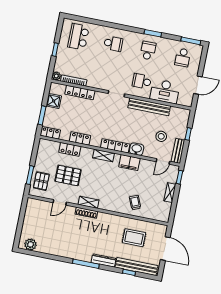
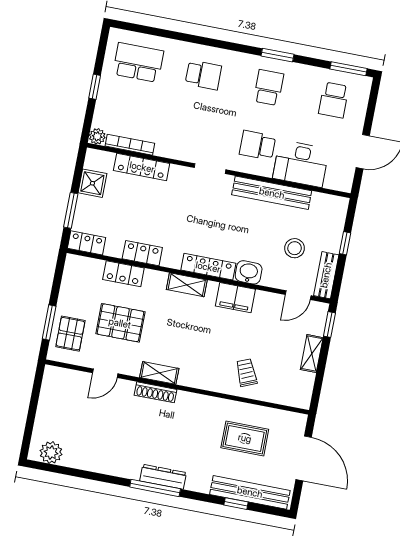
school desk: (78, 37) -> (138, 62), turned 90
dresser: (104, 260) -> (163, 477), moved

